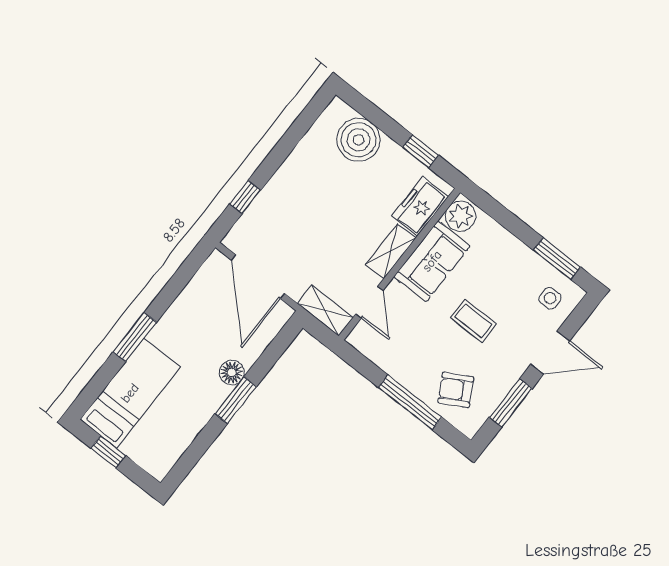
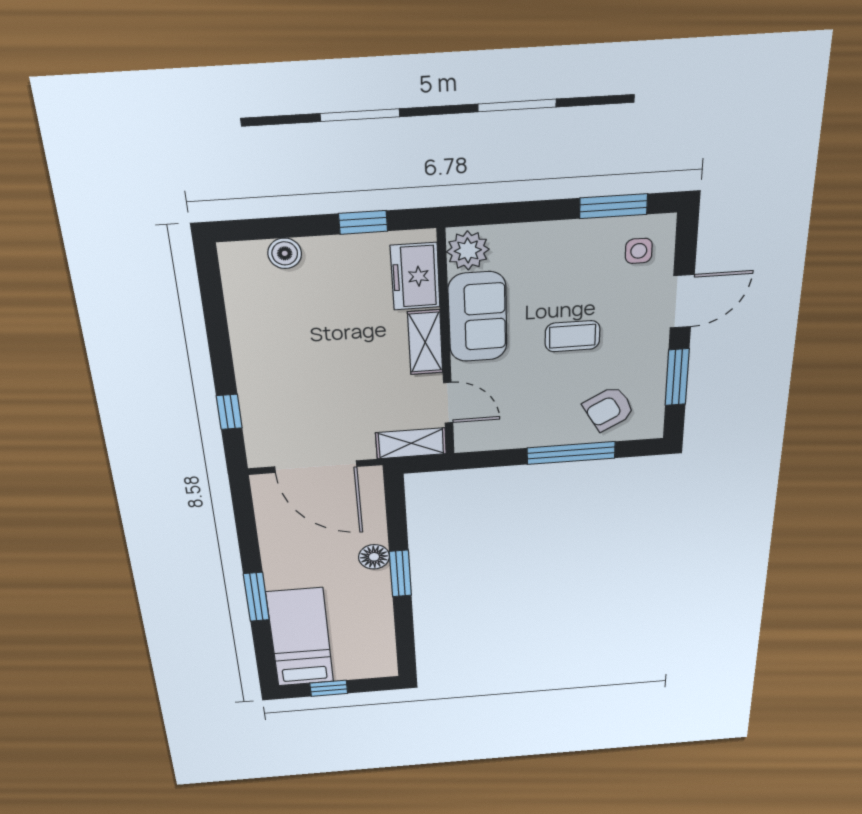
boiler: (359, 140) -> (285, 253), width x0.54, depth x0.54

